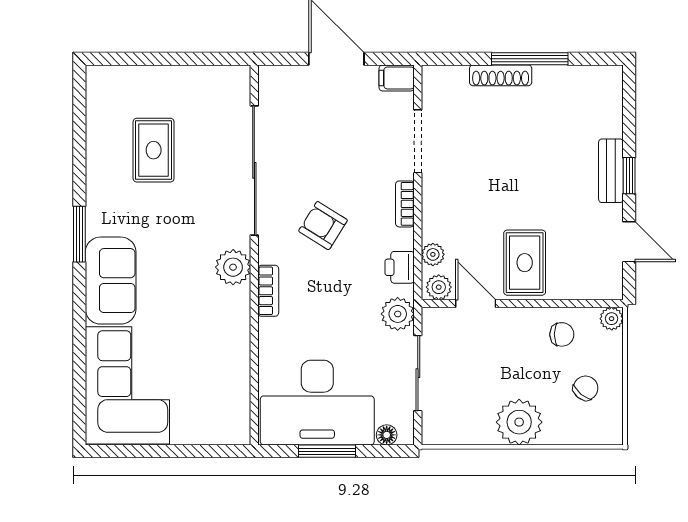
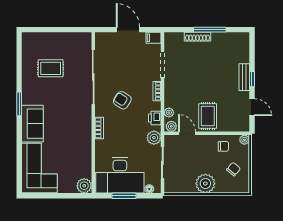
rug: (154, 150) -> (51, 68), turned 90
plant: (233, 267) -> (84, 186), moved

